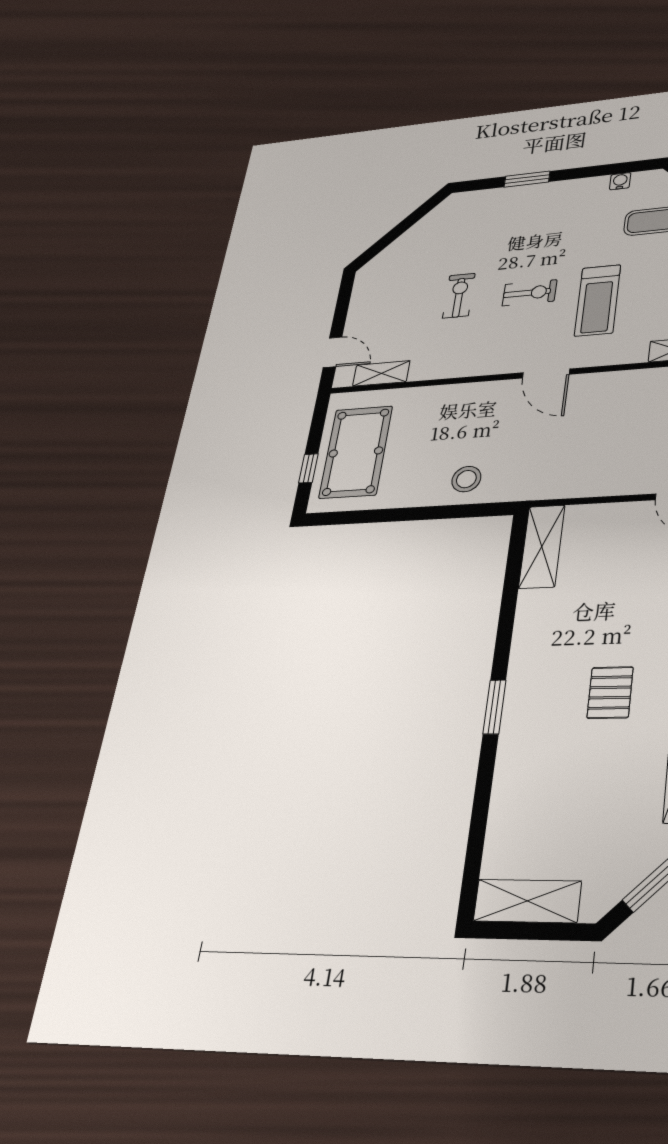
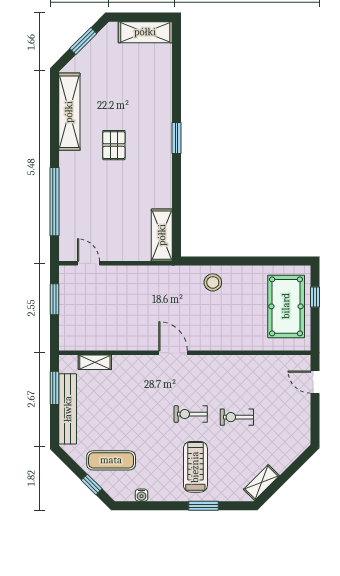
exercise bike: (459, 296) -> (237, 417), turned 90
treadmill: (598, 300) -> (195, 467), moved
shelving: (381, 373) -> (261, 483), moved, turned -45

